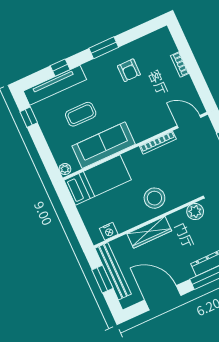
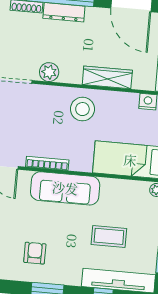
sofa: (104, 145) -> (65, 188), moved

